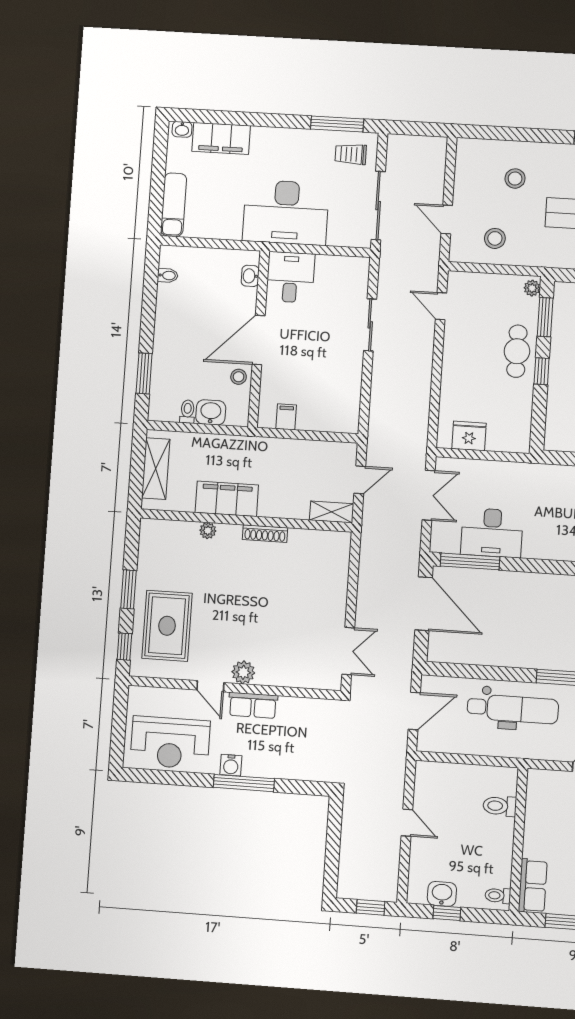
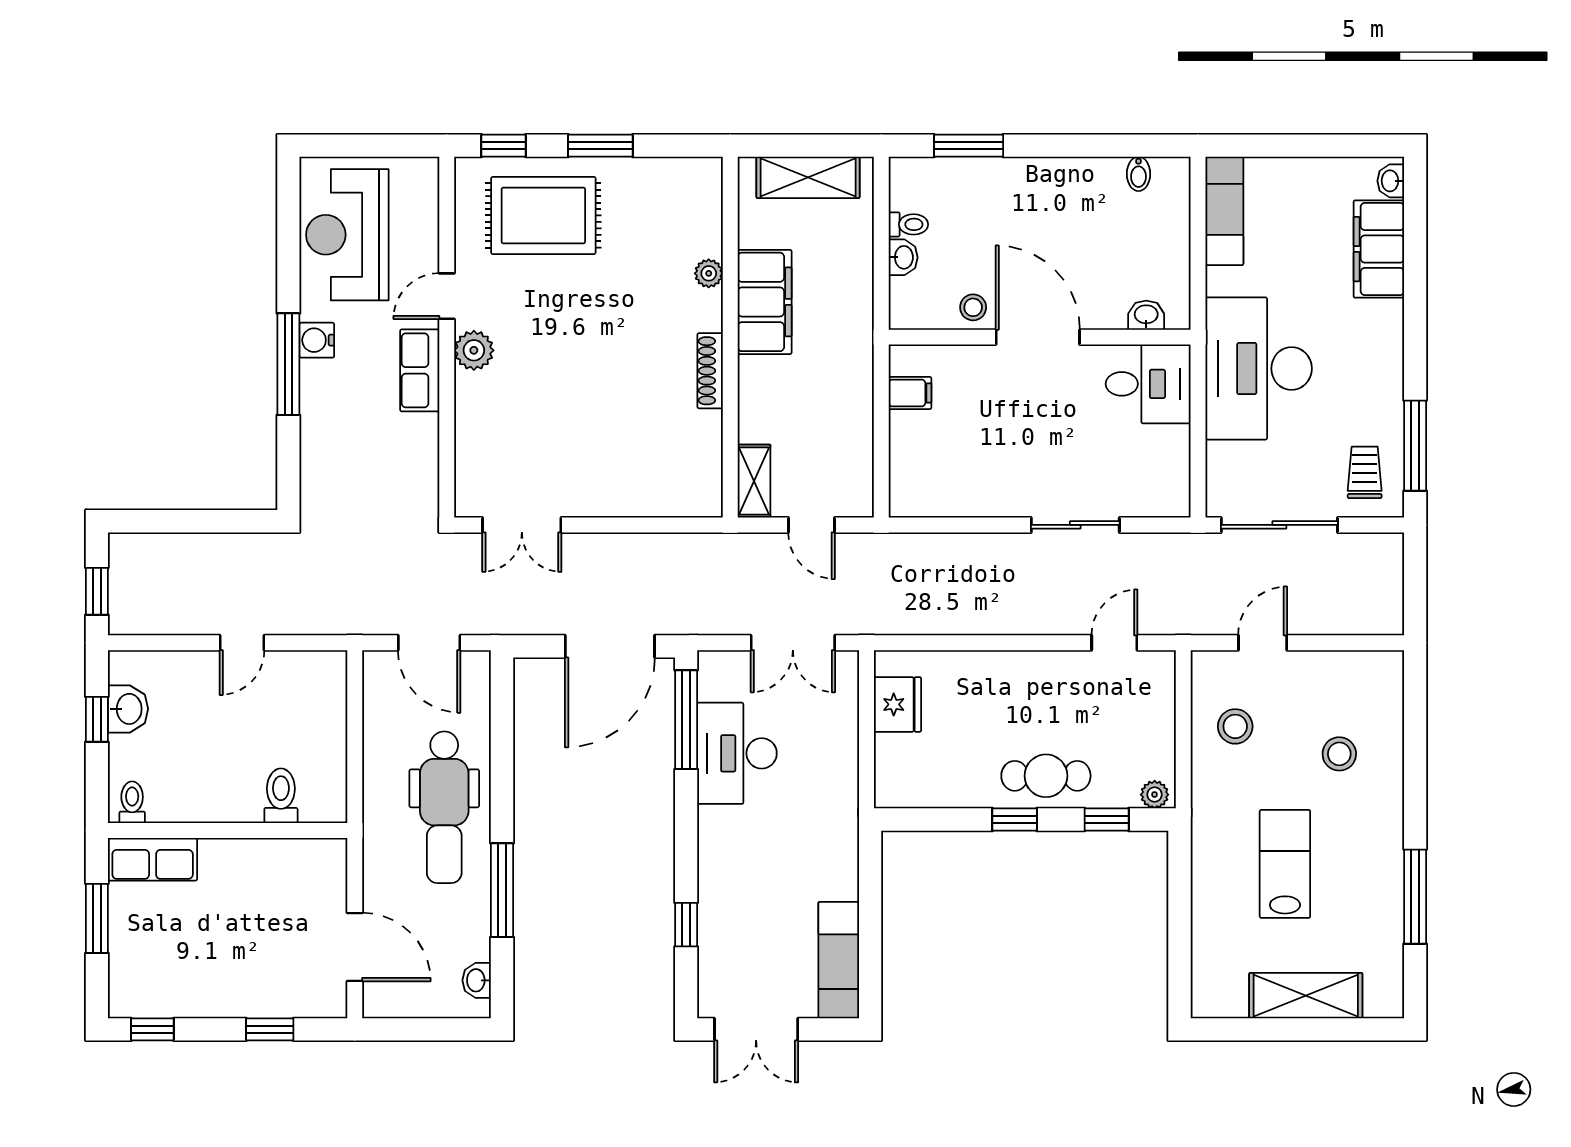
exam couch: (174, 205) -> (1224, 211), moved, turned -90
window: (545, 317) -> (1107, 820), width x0.67
washbasin: (211, 412) -> (903, 257), width x0.72, depth x0.69

